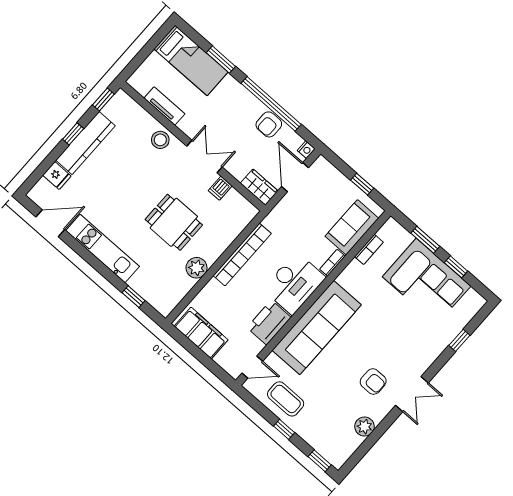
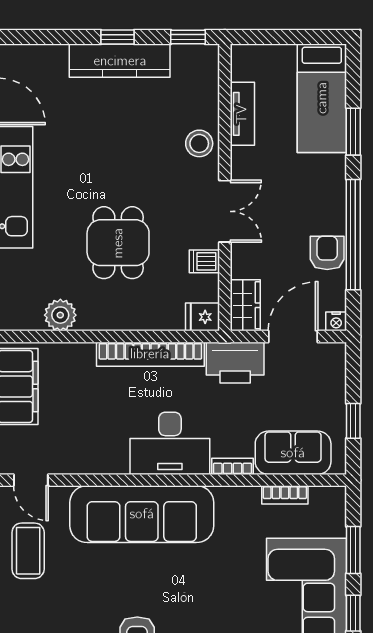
armchair: (269, 124) -> (327, 253), turned 90
fridge: (57, 176) -> (202, 317), moved, turned 90
plant: (197, 268) -> (60, 315), moved
printer: (269, 322) -> (235, 363), moved, turned 180

